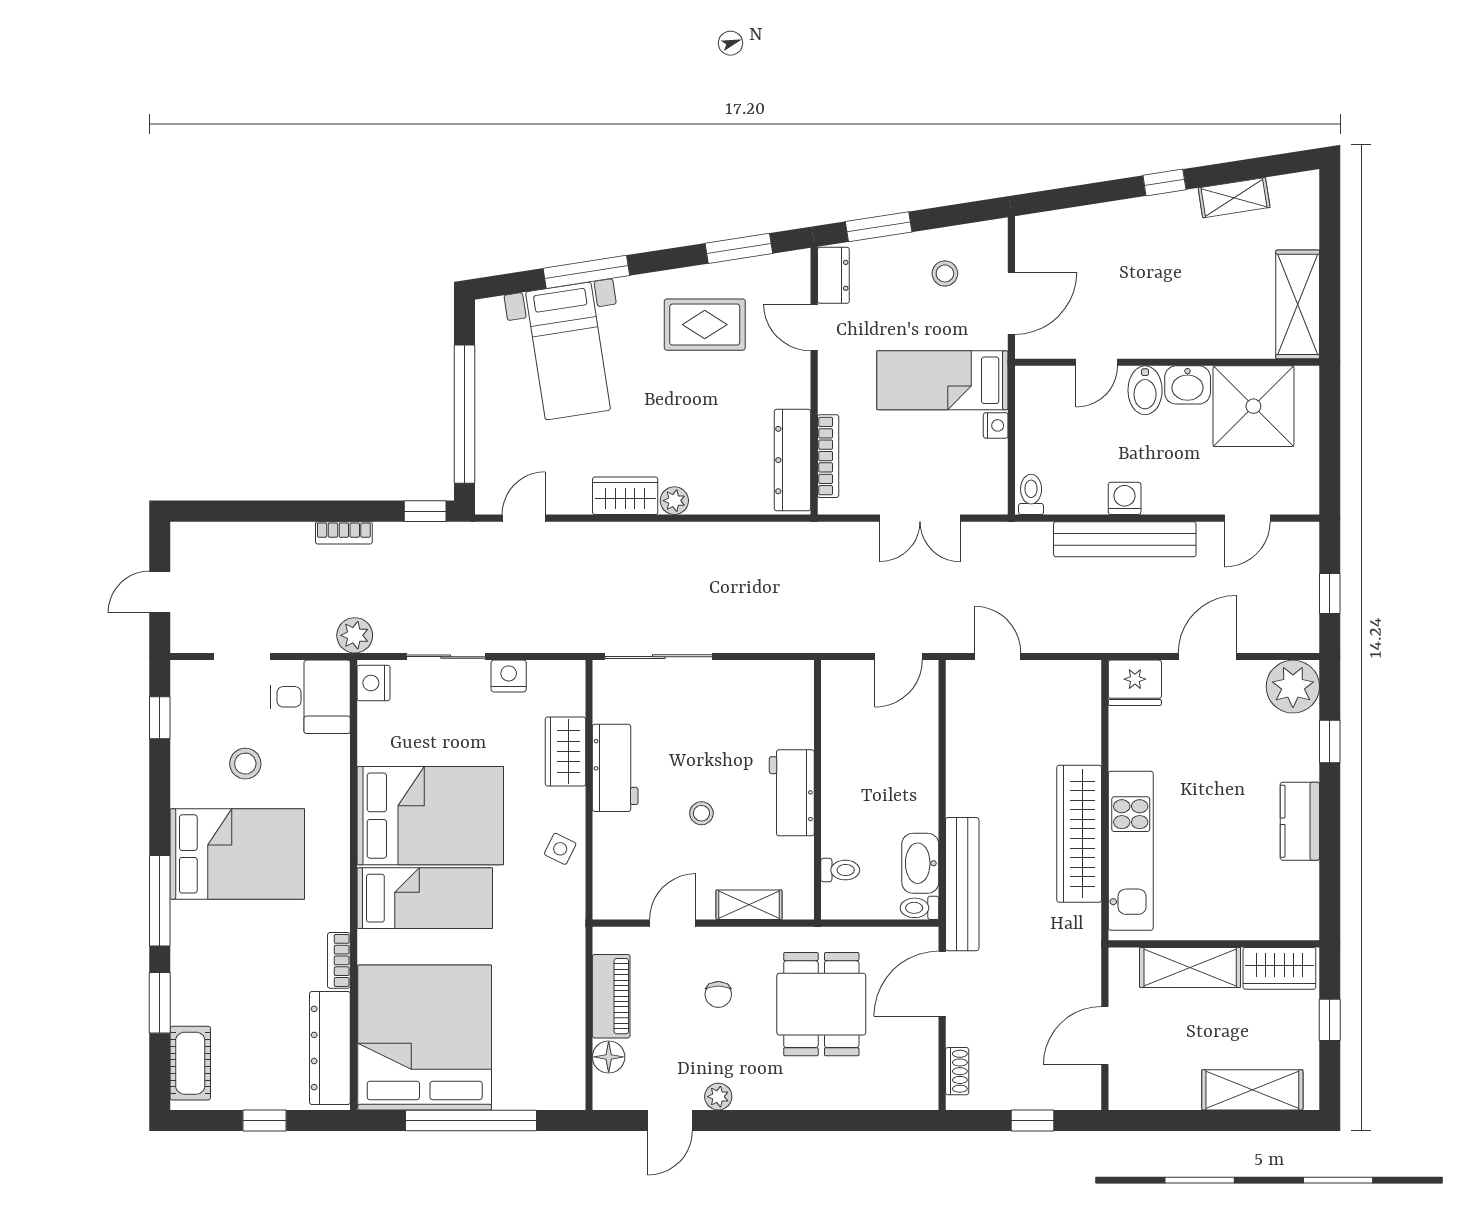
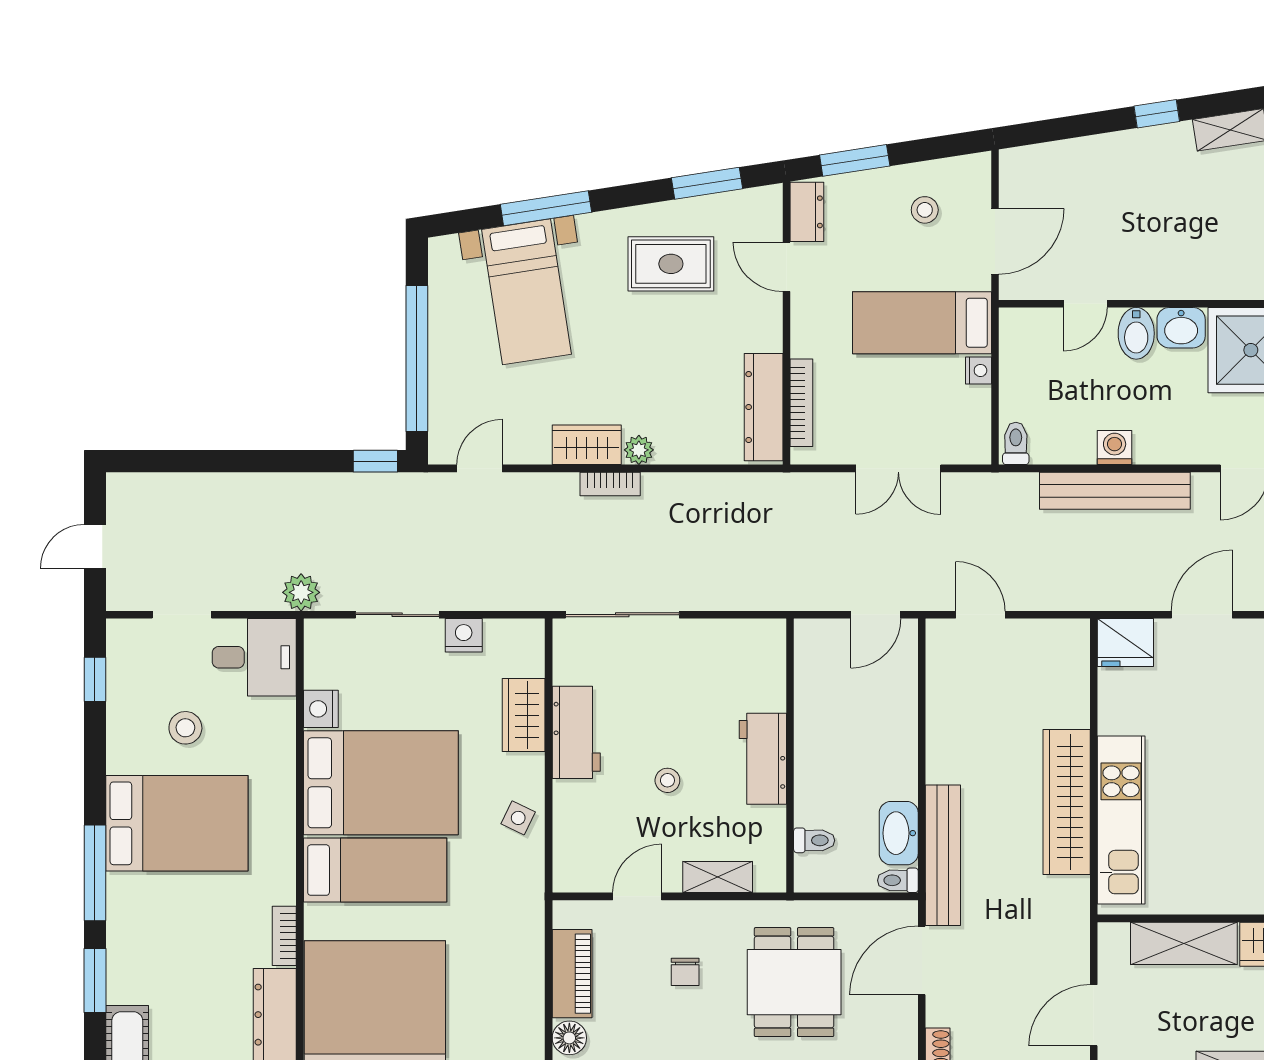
bookcase: (344, 533) -> (610, 484), moved
nightstand: (373, 683) -> (321, 709), moved

